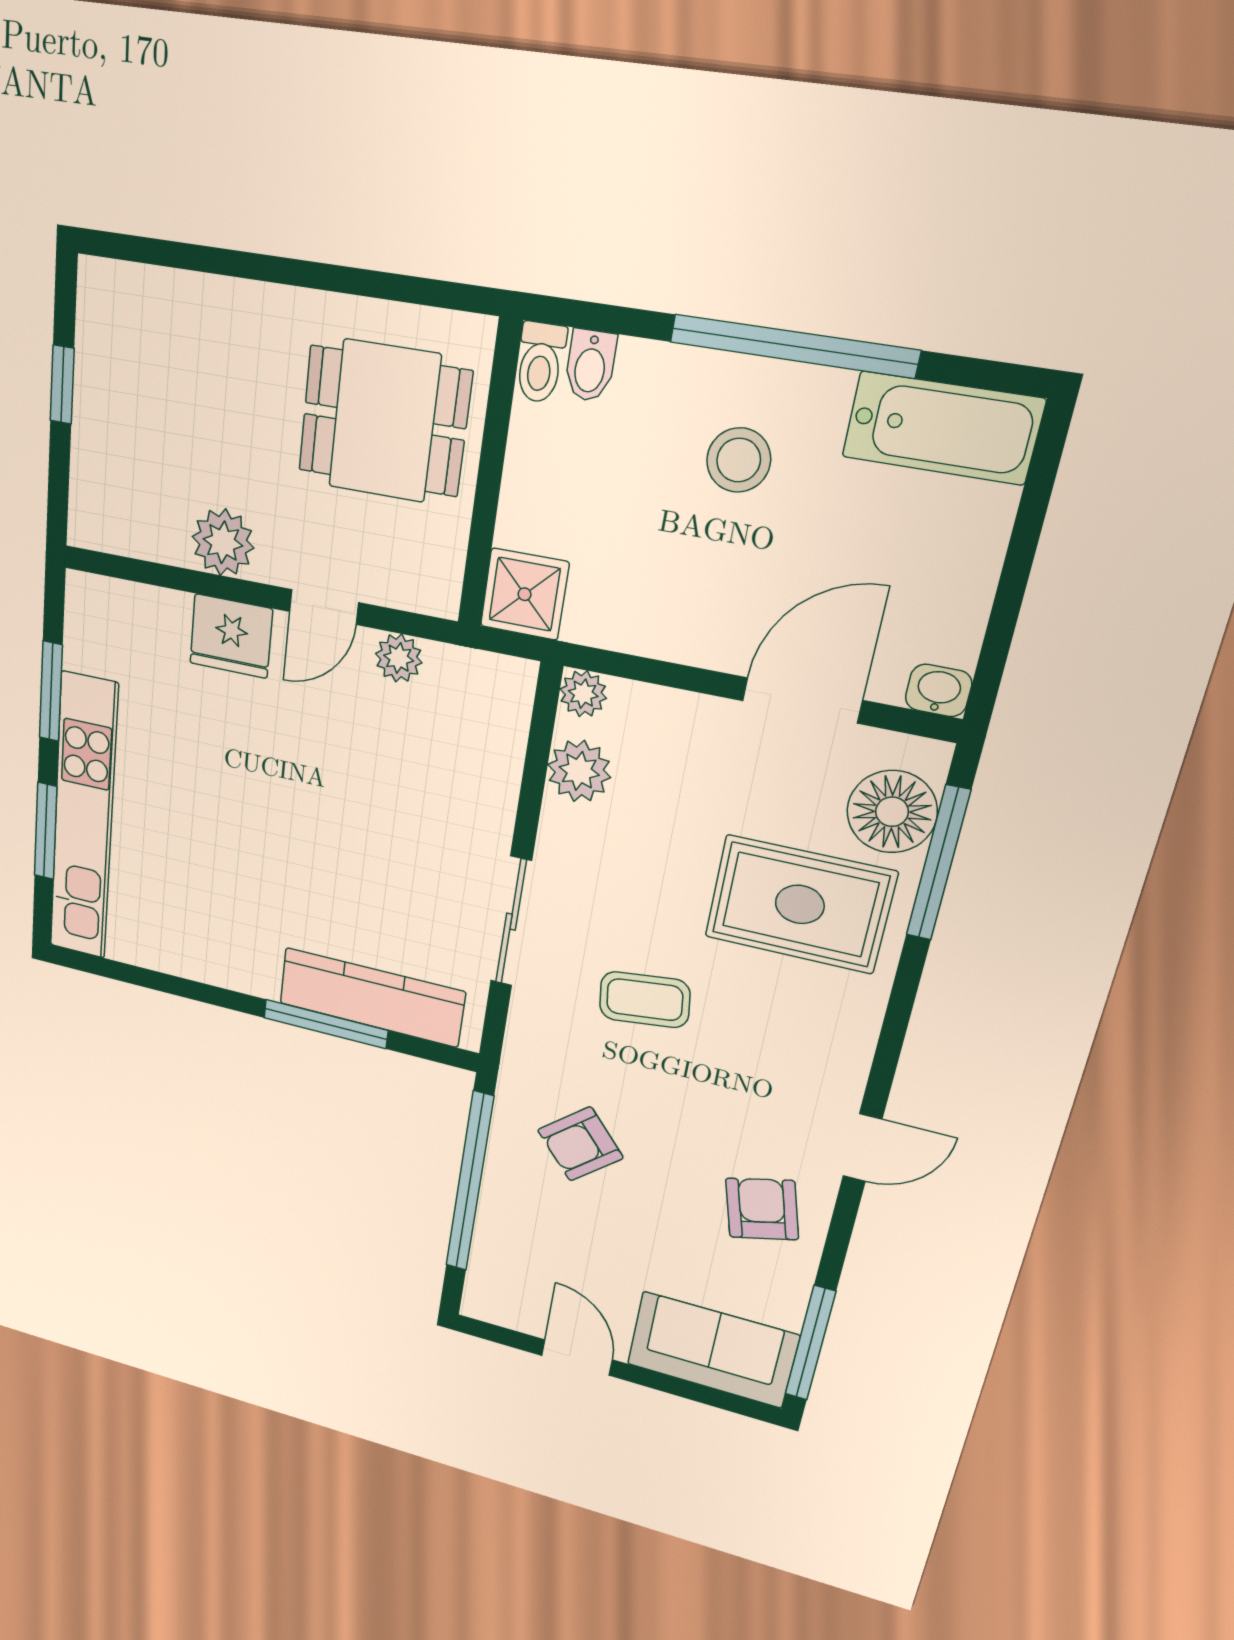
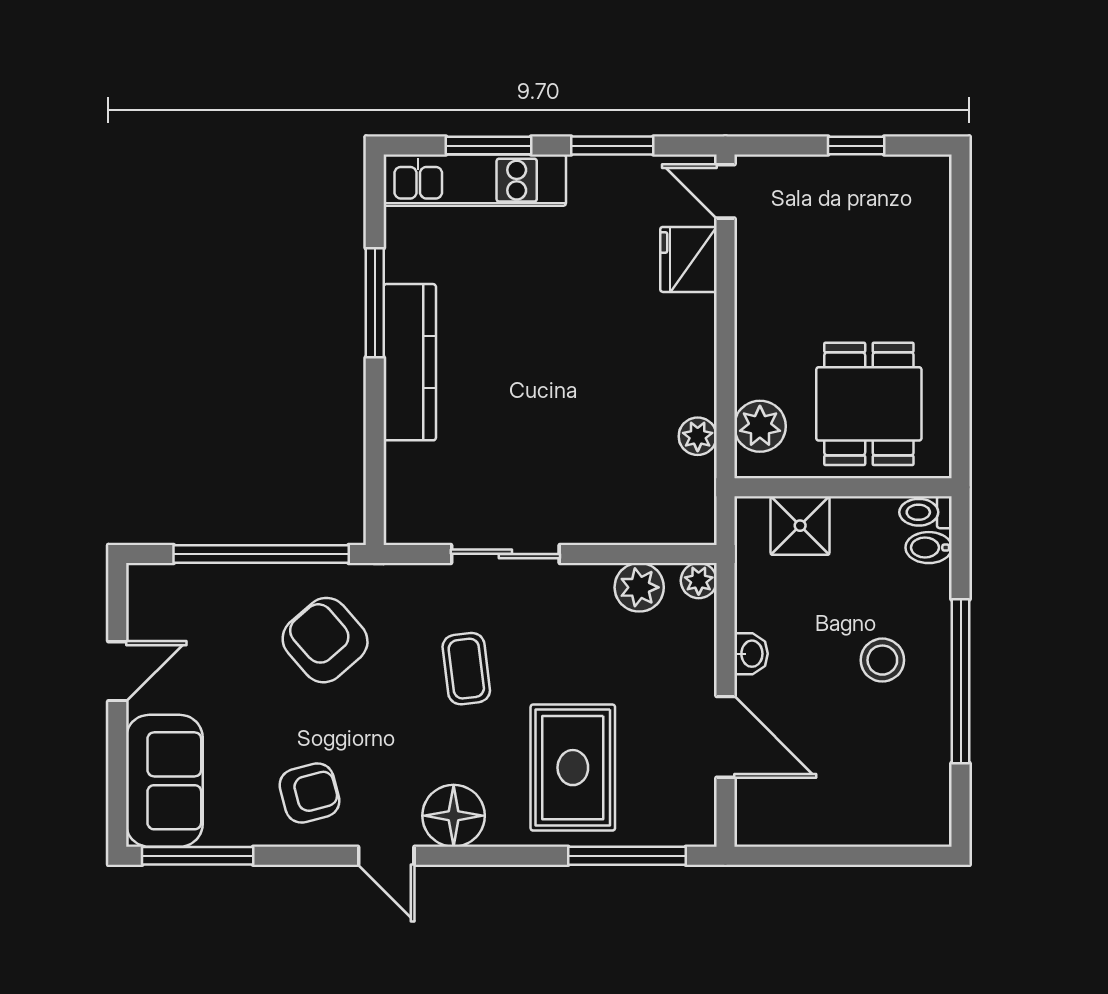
bathtub: (942, 428) -> (924, 787), removed
plant: (223, 542) -> (760, 426), moved
shower: (525, 594) -> (800, 526), moved
door: (324, 607) -> (725, 191), moved
fridge: (231, 636) -> (688, 259), moved
washbasin: (938, 690) -> (751, 654), moved
floor lamp: (892, 812) -> (454, 816), moved
kitchen unit: (83, 819) -> (475, 180), width x0.73
kitchen counter: (371, 997) -> (410, 362), moved
window: (326, 1024) -> (375, 303), moved
armchair: (580, 1144) -> (325, 640), width x1.38, depth x1.38

